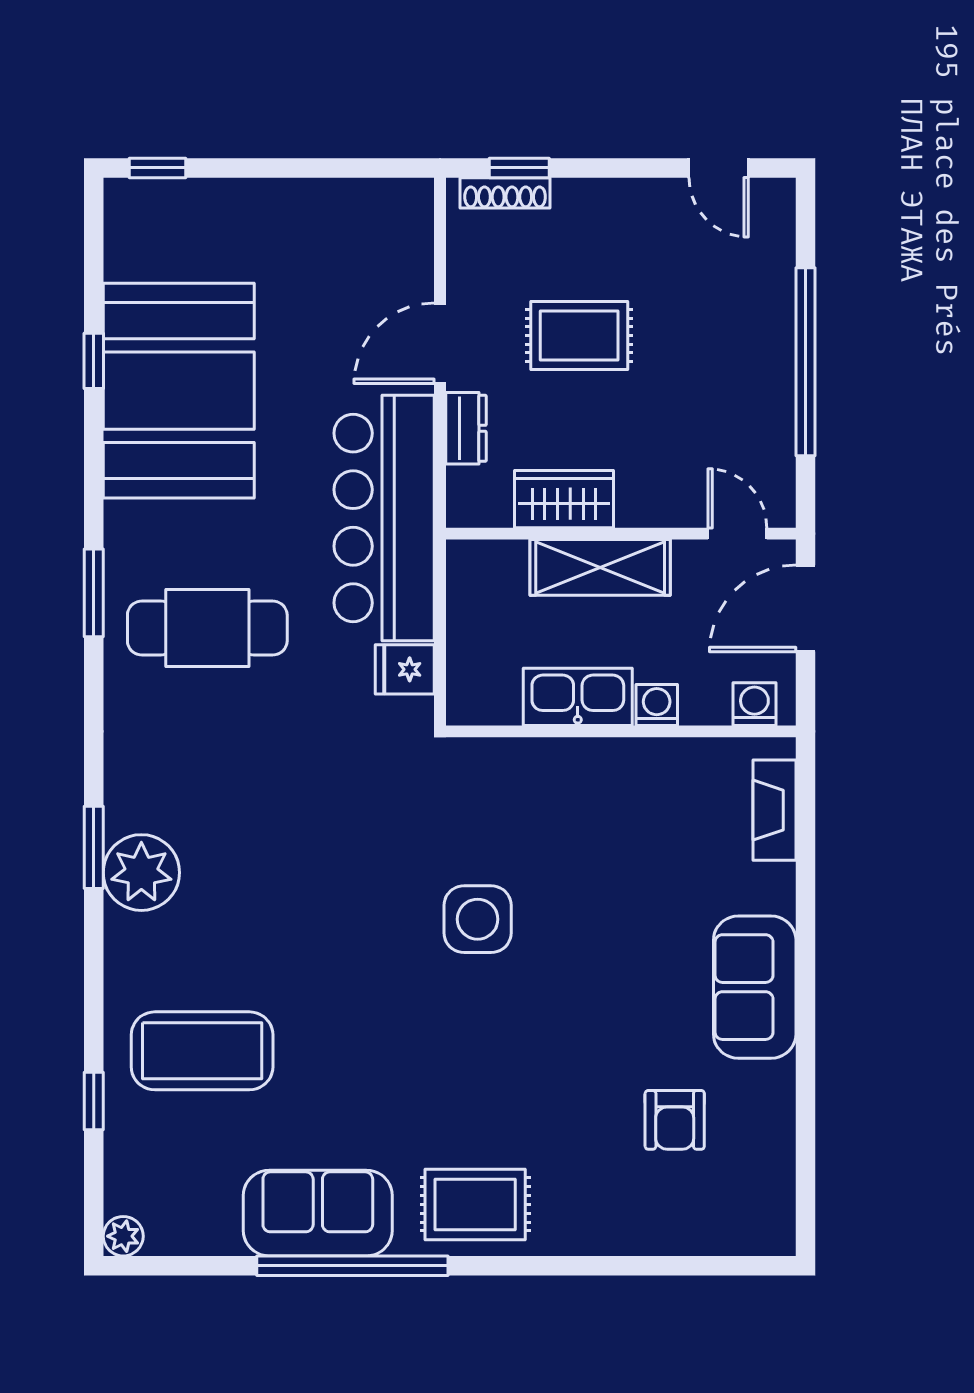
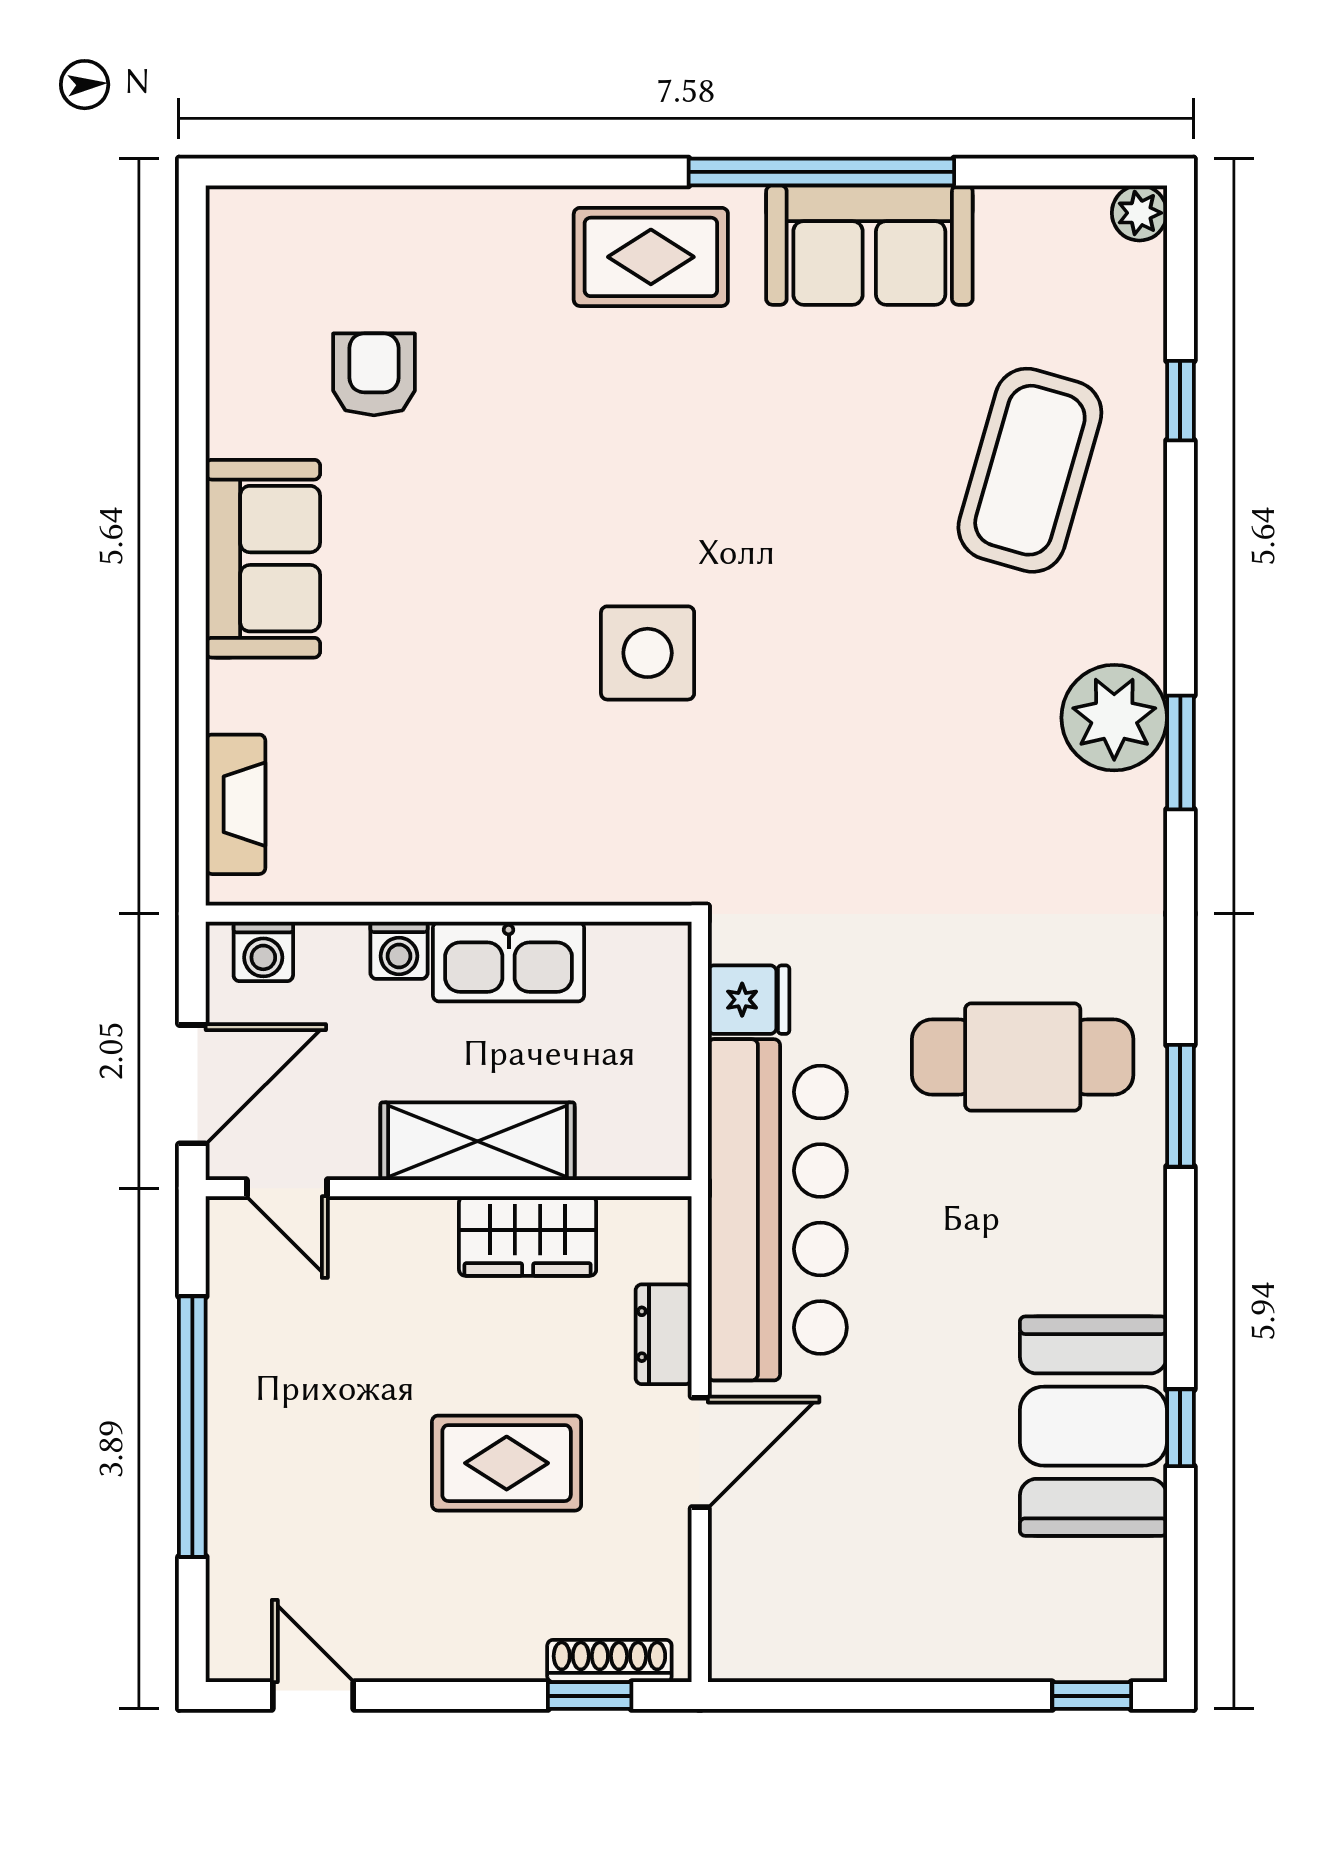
booth: (179, 391) -> (1093, 1426), width x0.73, depth x0.70
coffee table: (202, 1051) -> (1030, 470), turned -74

